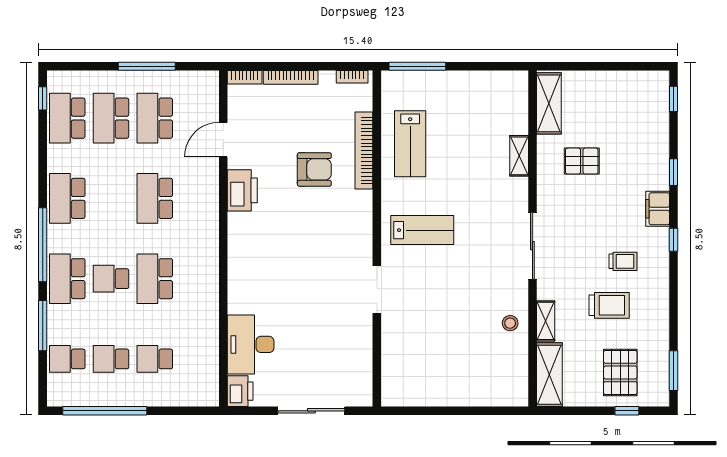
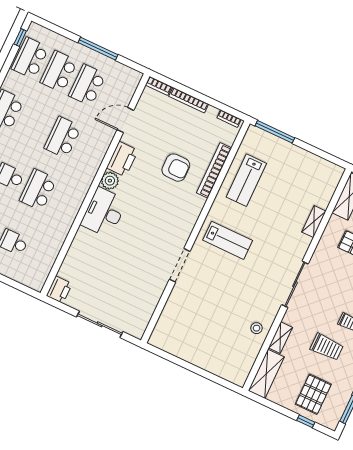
plant: (239, 225) -> (110, 181), added
desk: (251, 344) -> (104, 212), moved

